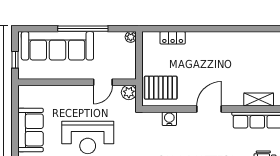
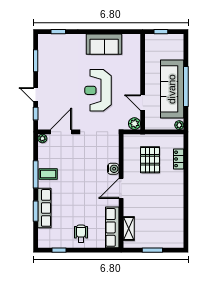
sofa: (57, 46) -> (172, 89), moved
pallet: (161, 88) -> (150, 160), moved
door: (209, 109) -> (121, 188), swing flipped
water cooler: (169, 119) -> (113, 169), moved

